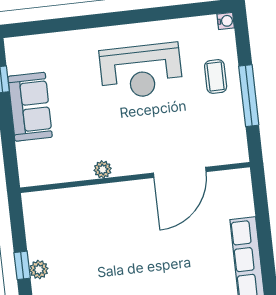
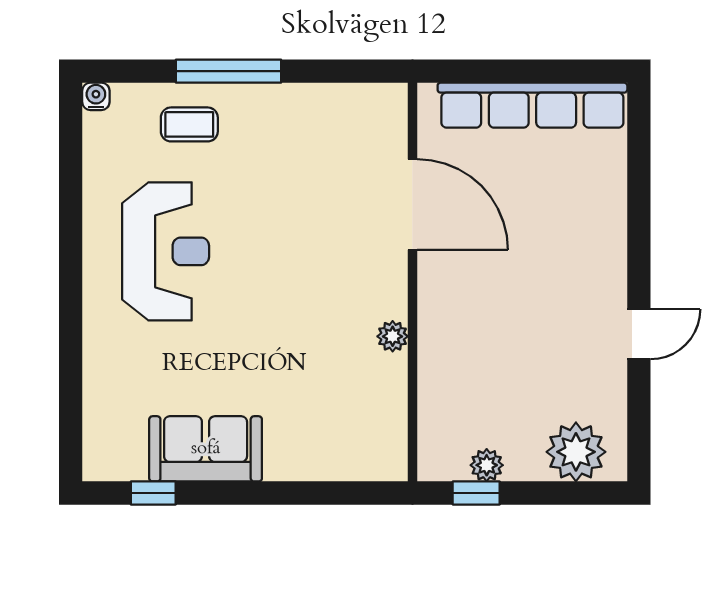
plant: (103, 169) -> (393, 336), moved
door: (180, 172) -> (412, 205), moved
wall: (135, 177) -> (412, 282), moved

